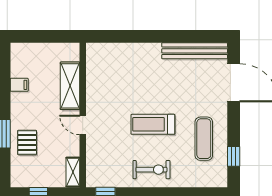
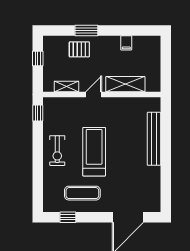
bench: (195, 51) -> (154, 139), moved
treadmill: (153, 124) -> (94, 152), width x1.37, depth x1.38
shelving: (73, 172) -> (66, 87), moved

